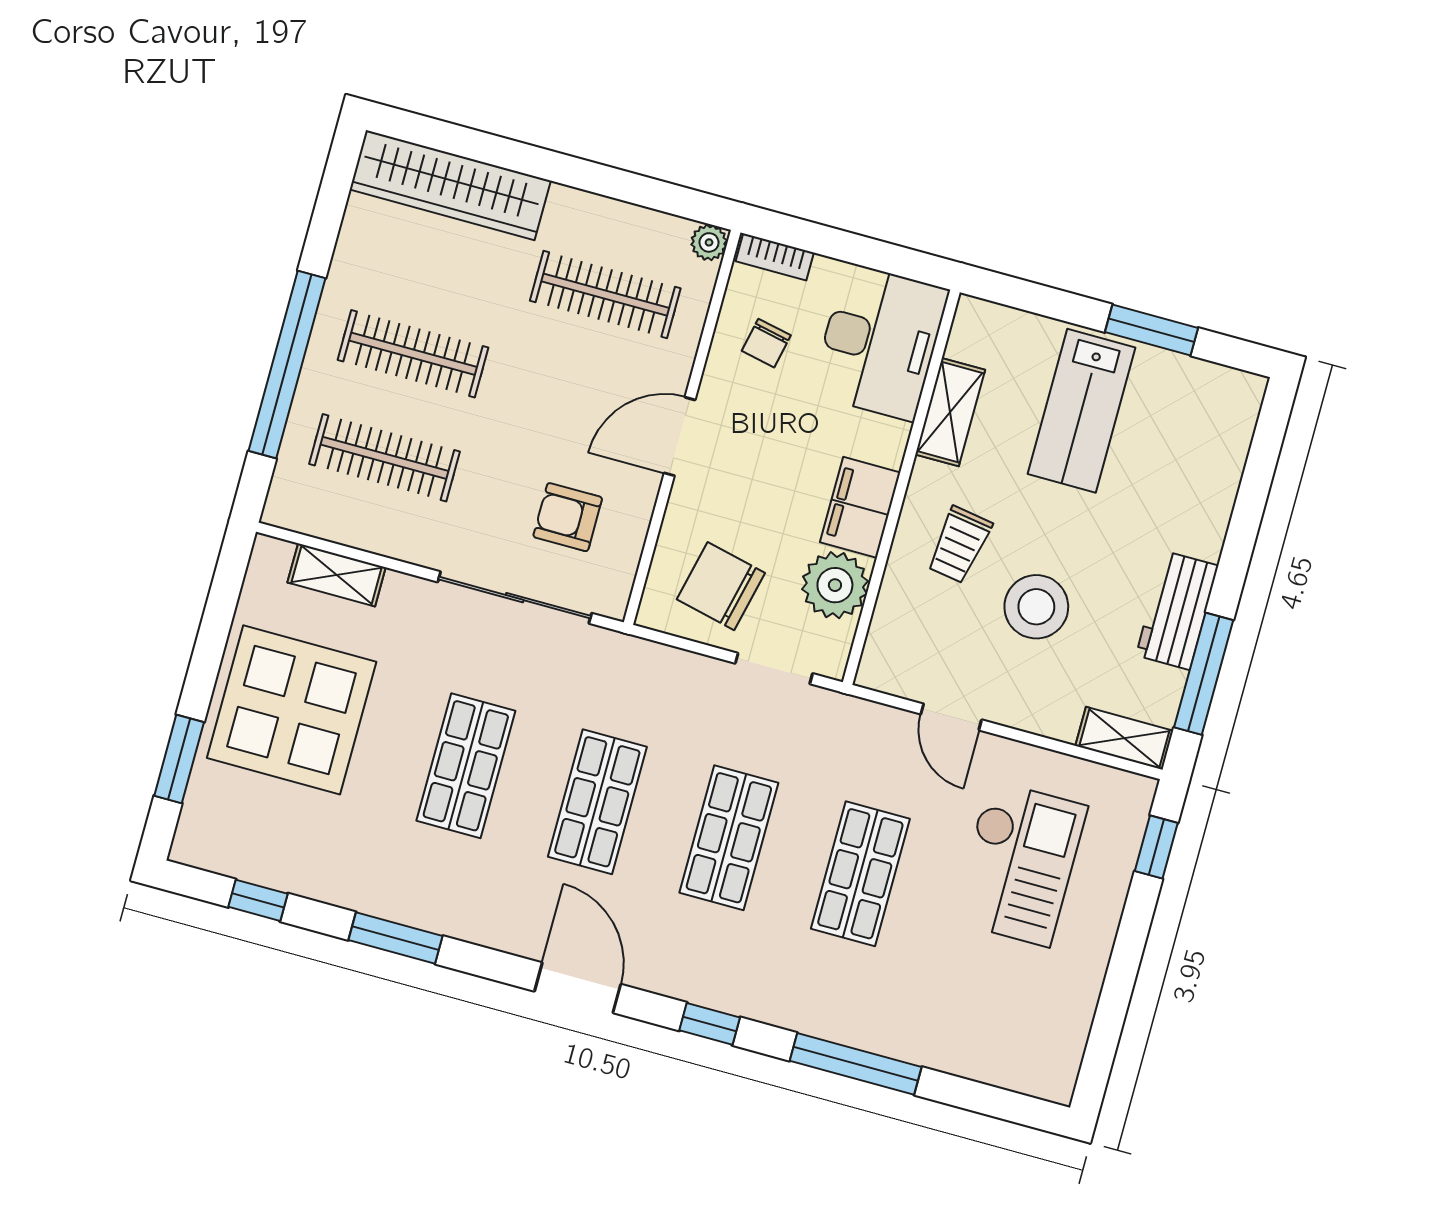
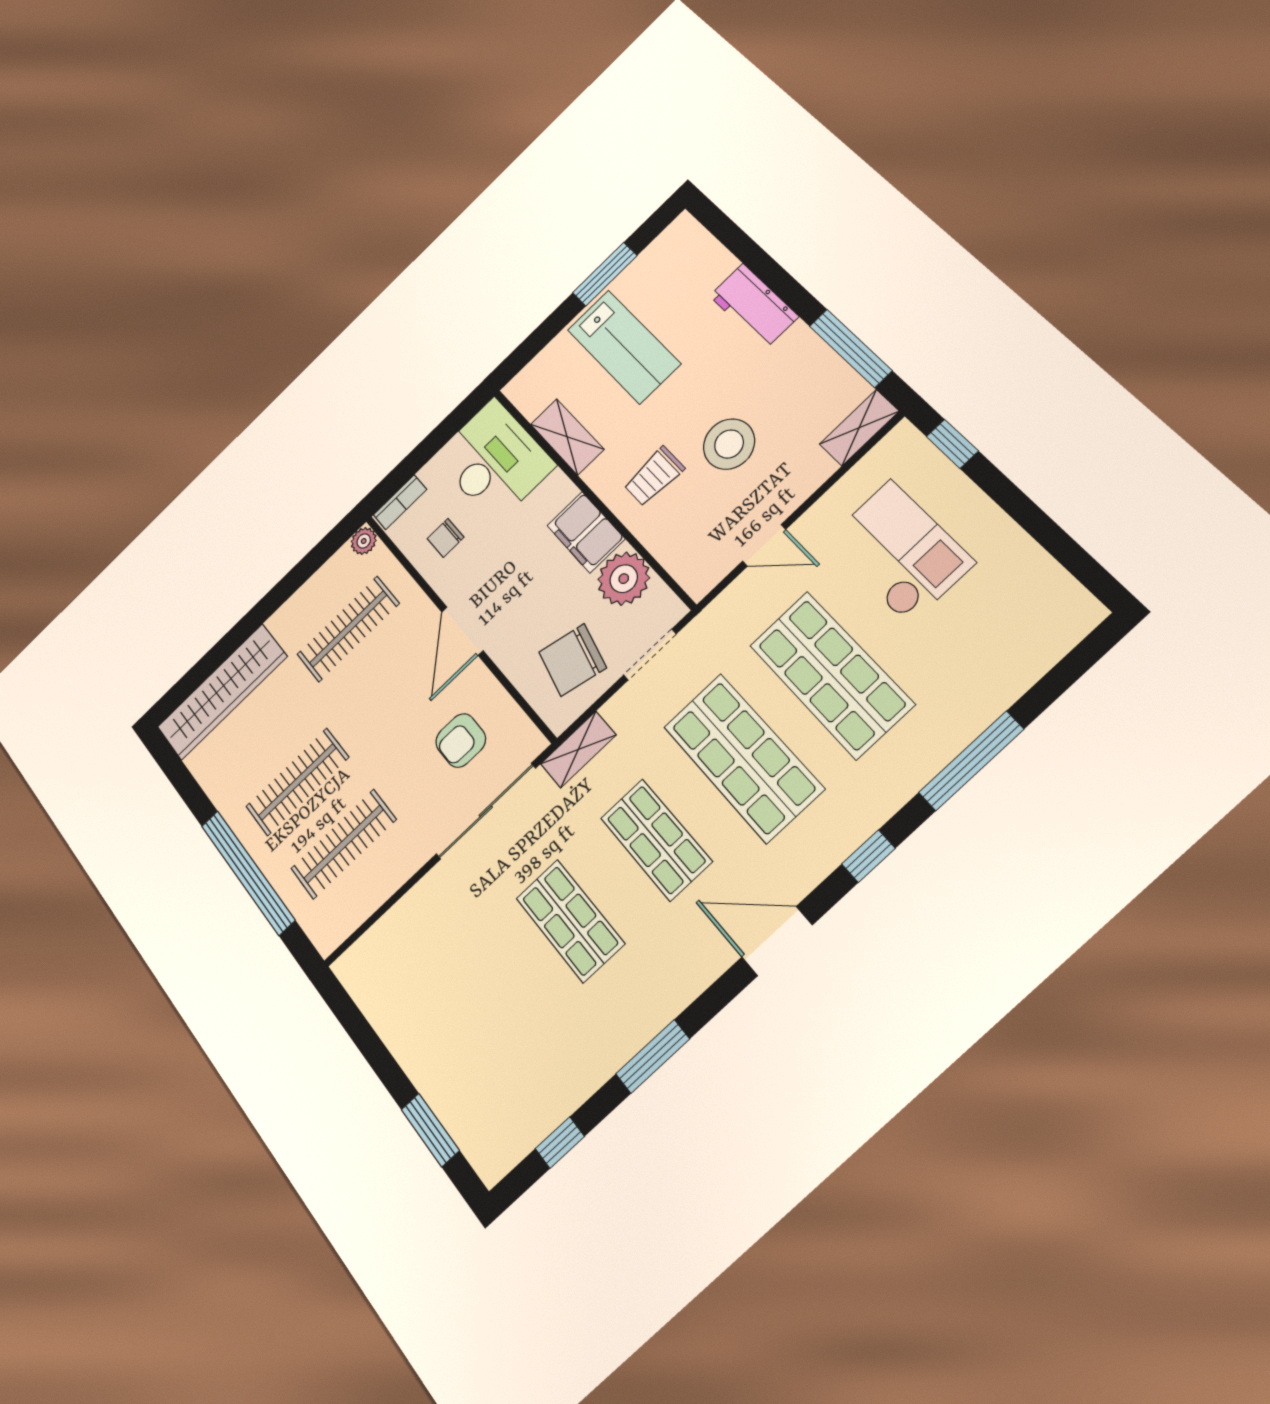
chair: (766, 343) -> (446, 538), turned 78
trolley: (959, 545) -> (654, 476), turned 81
shelving: (337, 575) -> (578, 750), moved
workbench: (1177, 610) -> (754, 306), moved
display table: (292, 710) -> (452, 1023), removed
shop shelf: (729, 838) -> (743, 758), width x1.43, depth x1.36
shop shelf: (860, 874) -> (831, 675), width x1.43, depth x1.36

